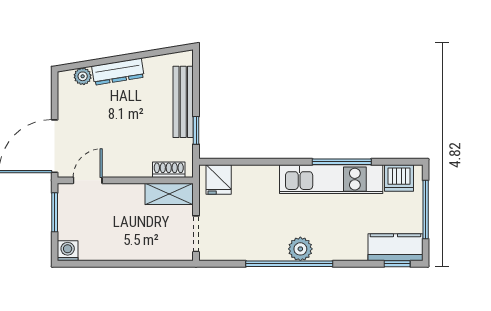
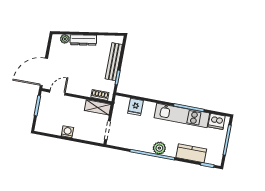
fridge: (219, 180) -> (136, 107), moved
kitchen counter: (395, 247) -> (191, 153), moved
washing machine: (68, 251) -> (67, 132), moved

